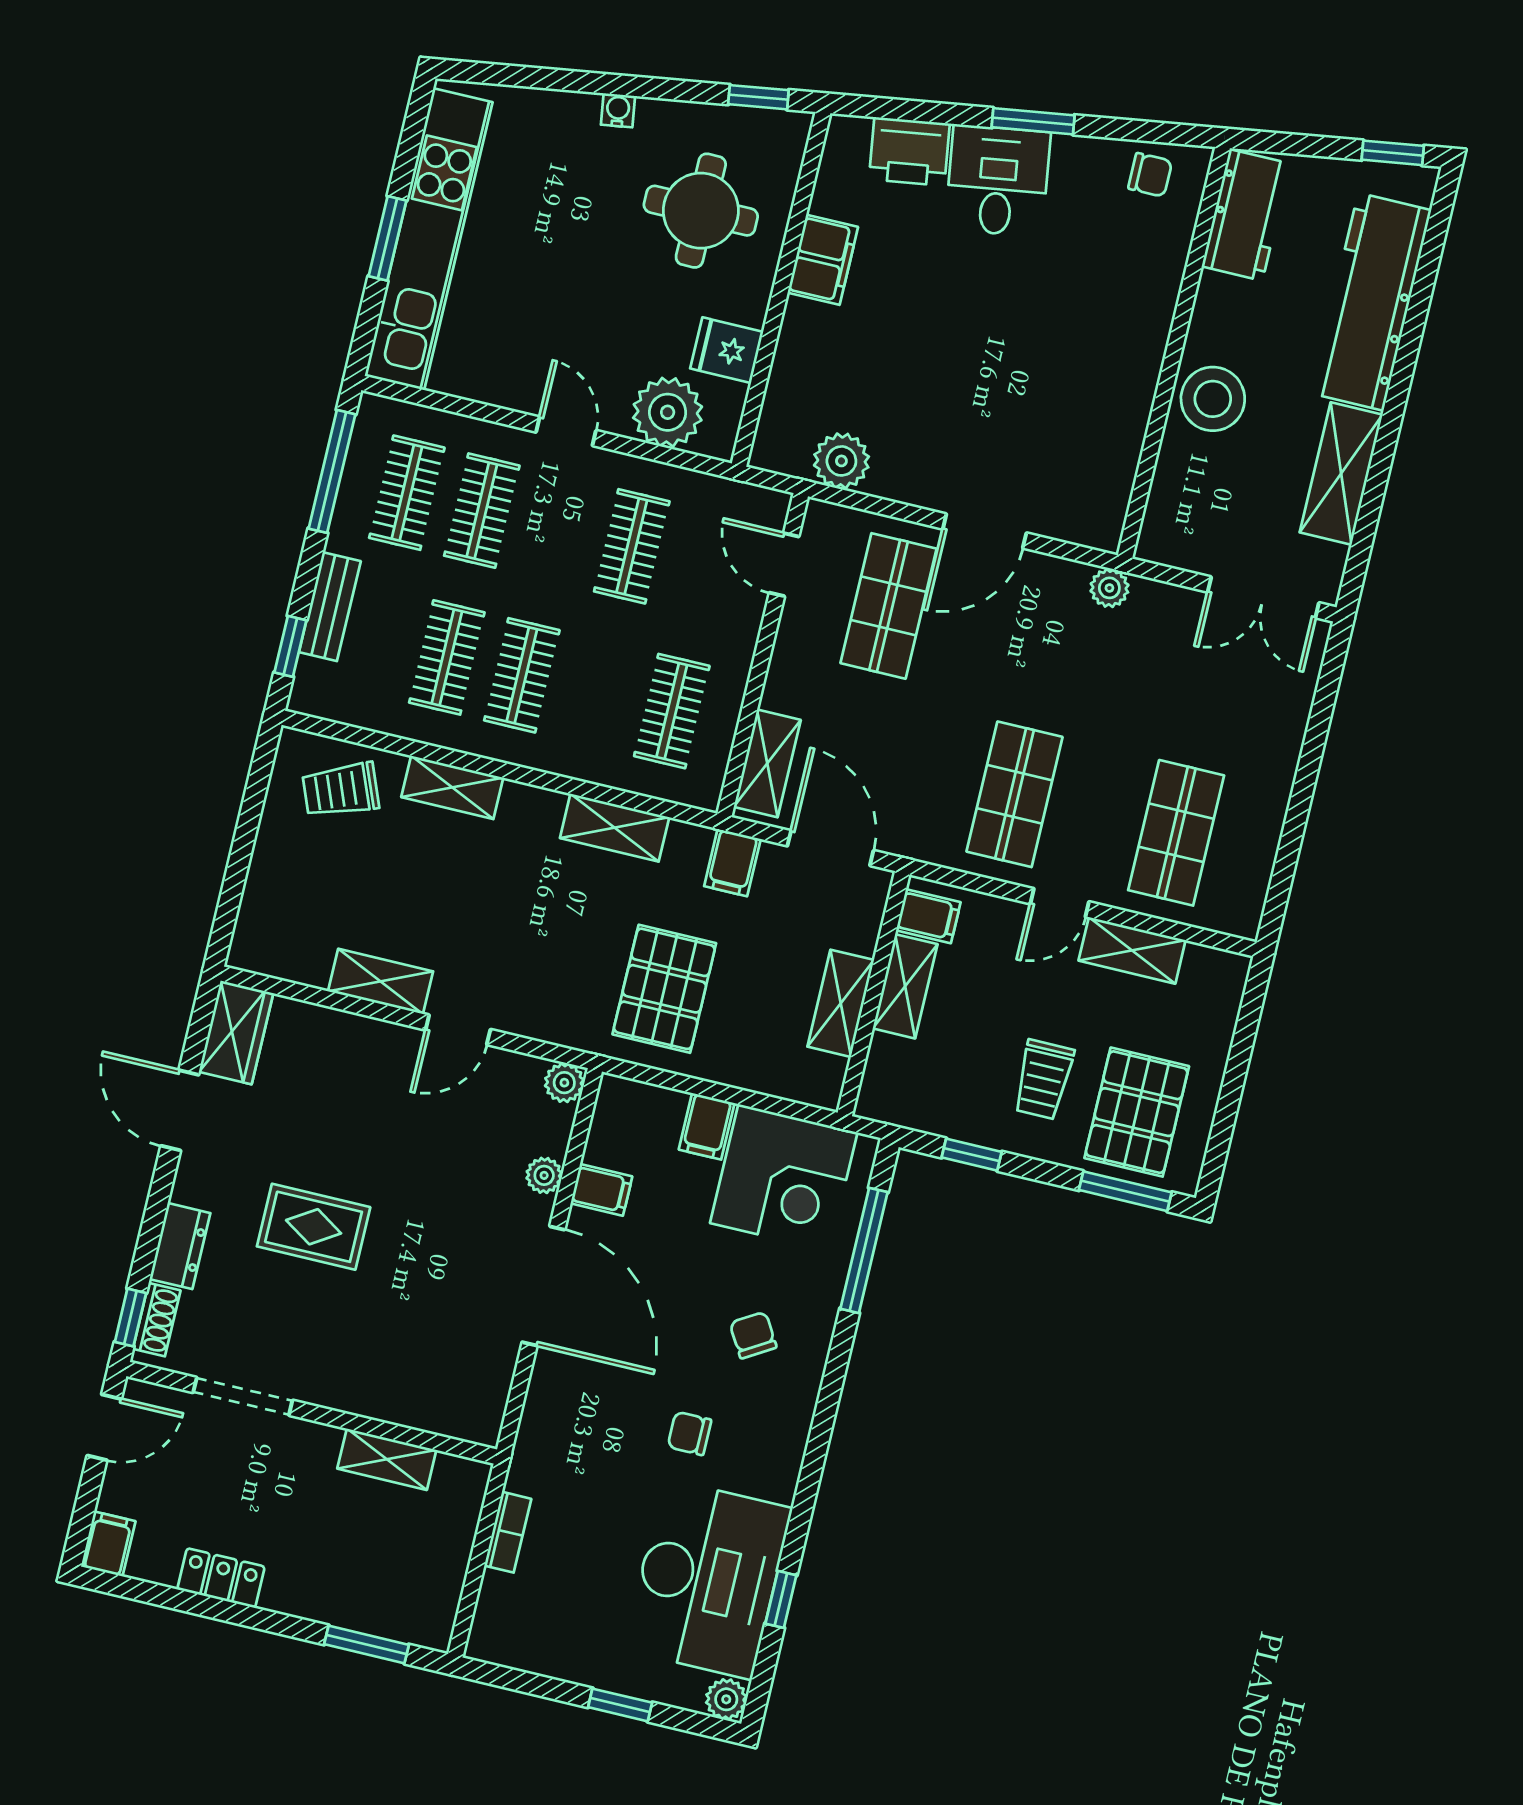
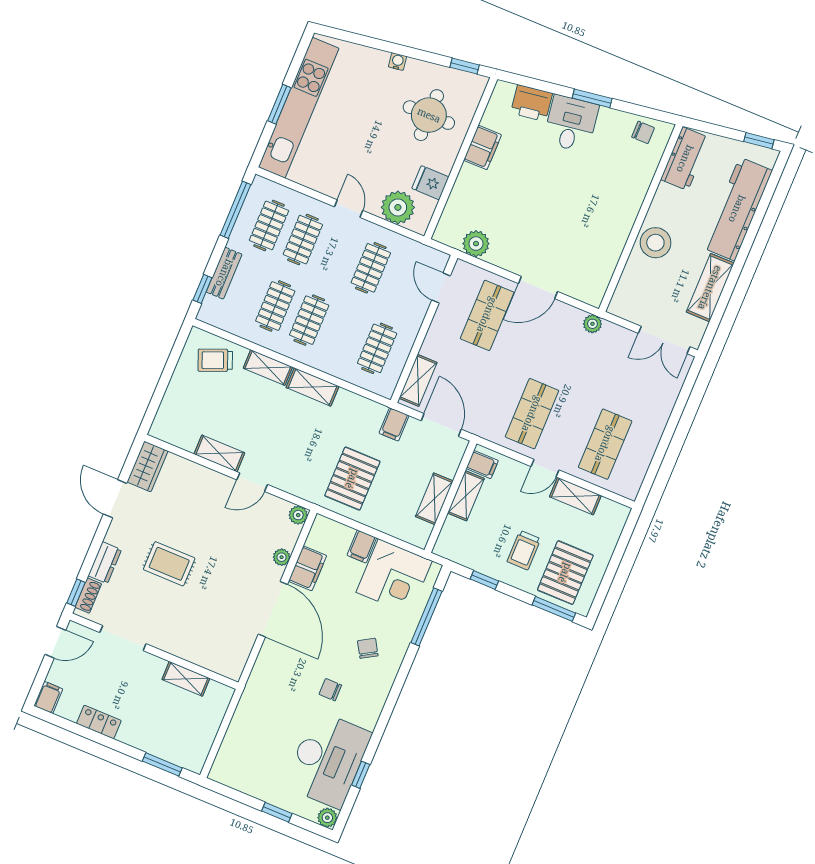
shelving: (615, 828) -> (313, 387), moved
filing cabinet: (601, 1190) -> (307, 568), width x2.00
bookcase: (508, 1532) -> (237, 722), removed

